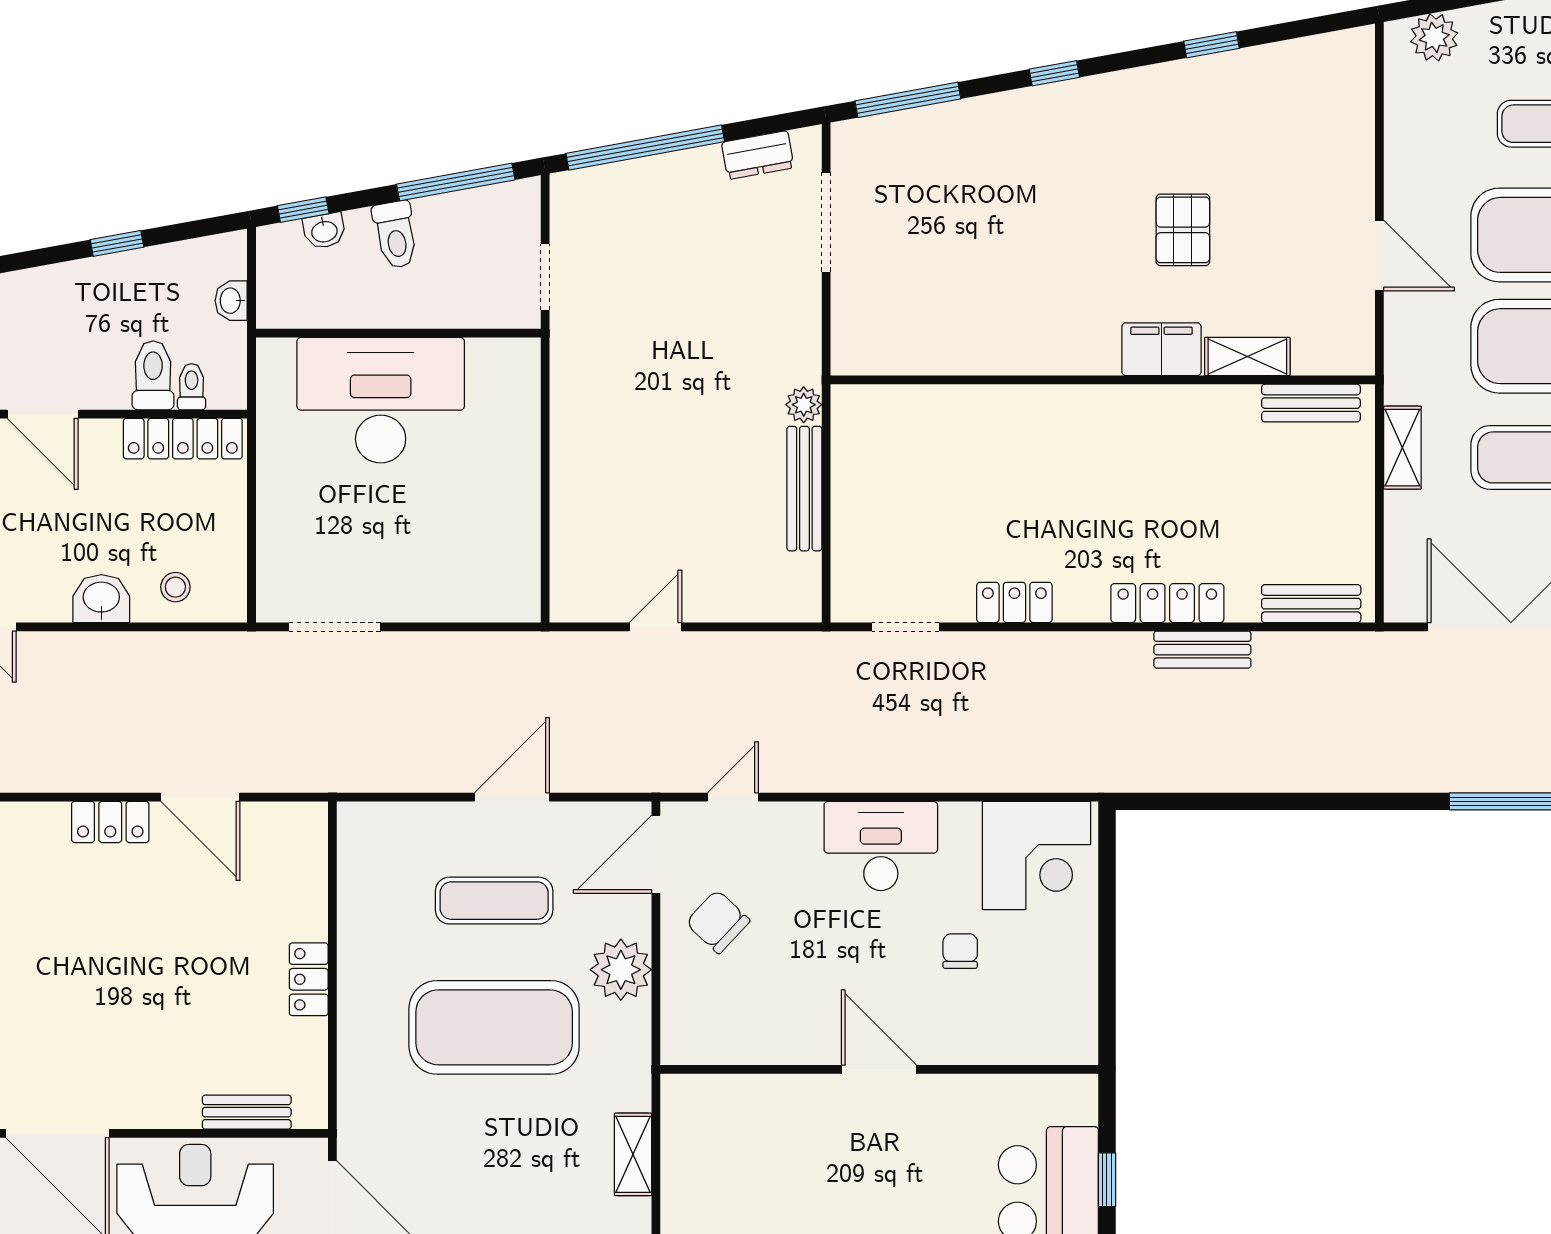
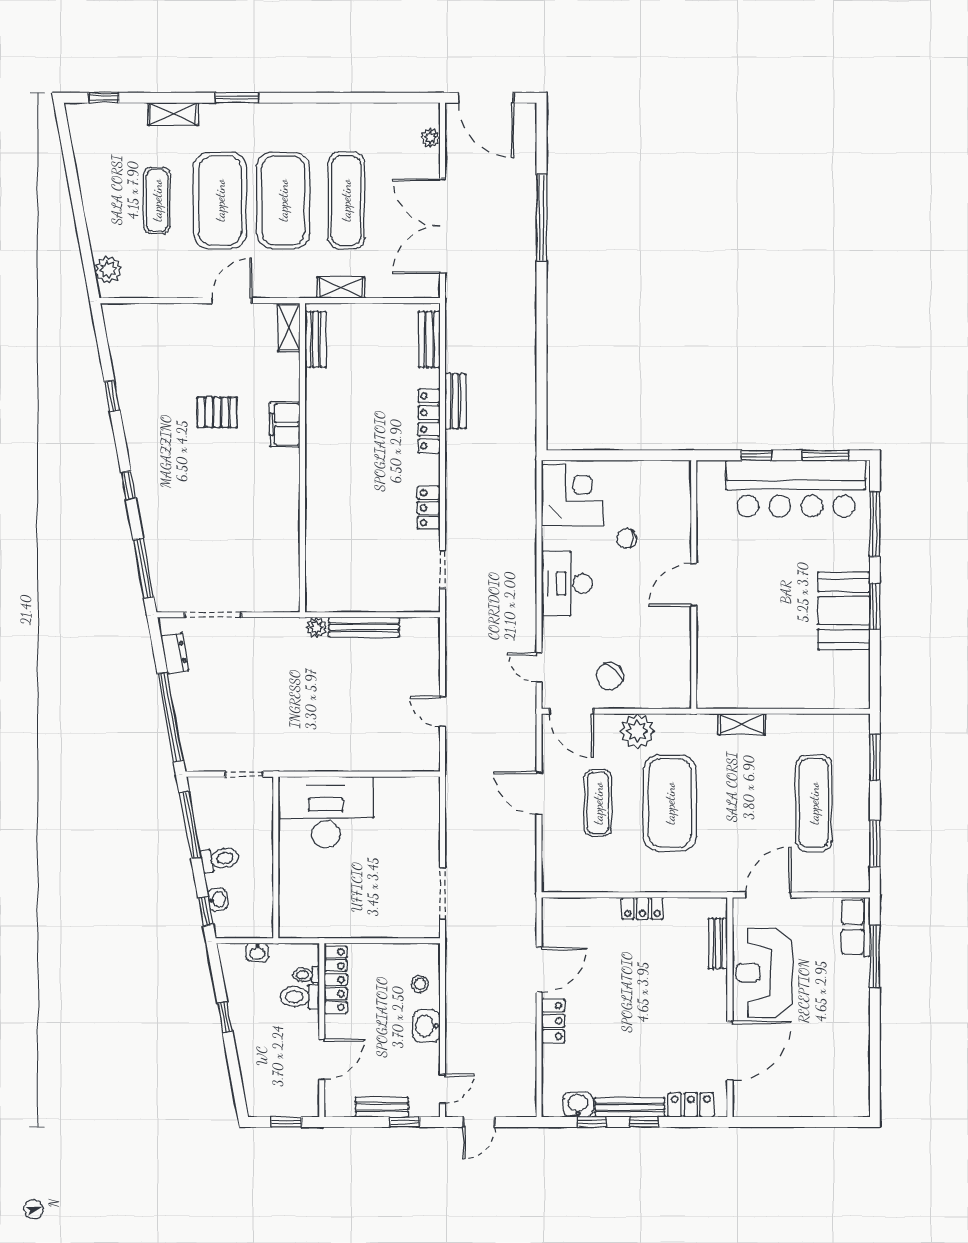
shelving: (1247, 356) -> (289, 327), moved
desk: (381, 400) -> (326, 812), moved, turned 90

